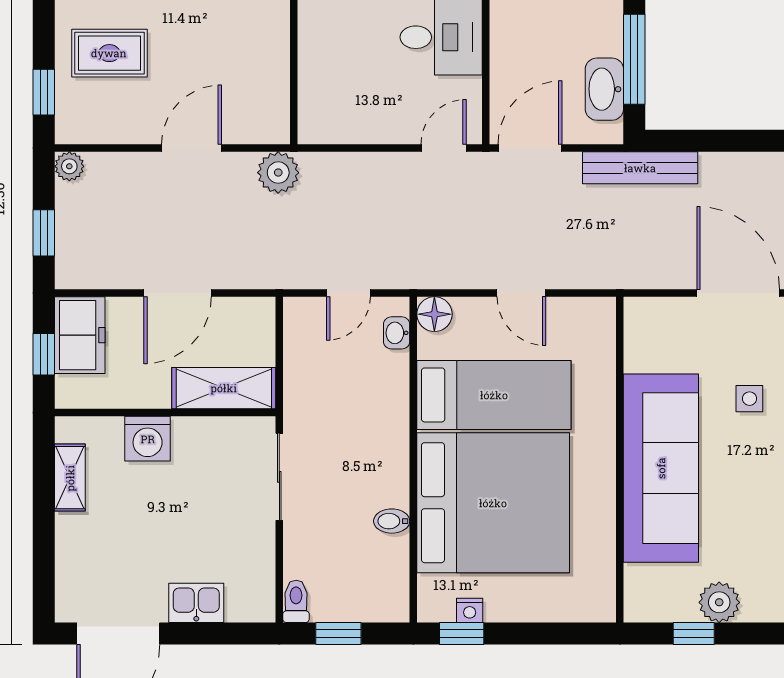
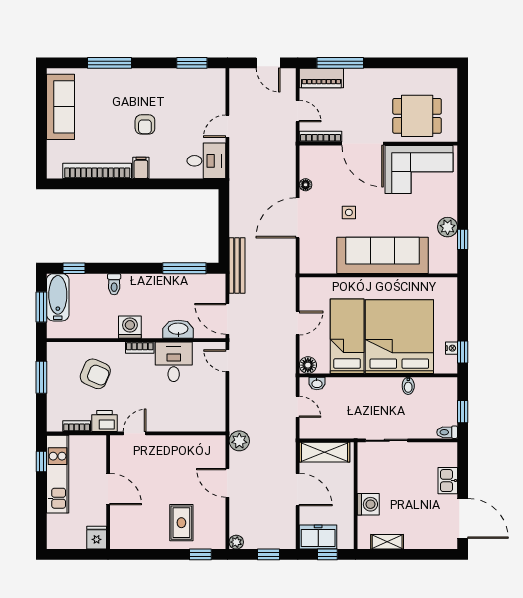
washbasin: (604, 89) -> (178, 329), moved, turned 180
shelving: (224, 388) -> (325, 452), moved, turned 90

